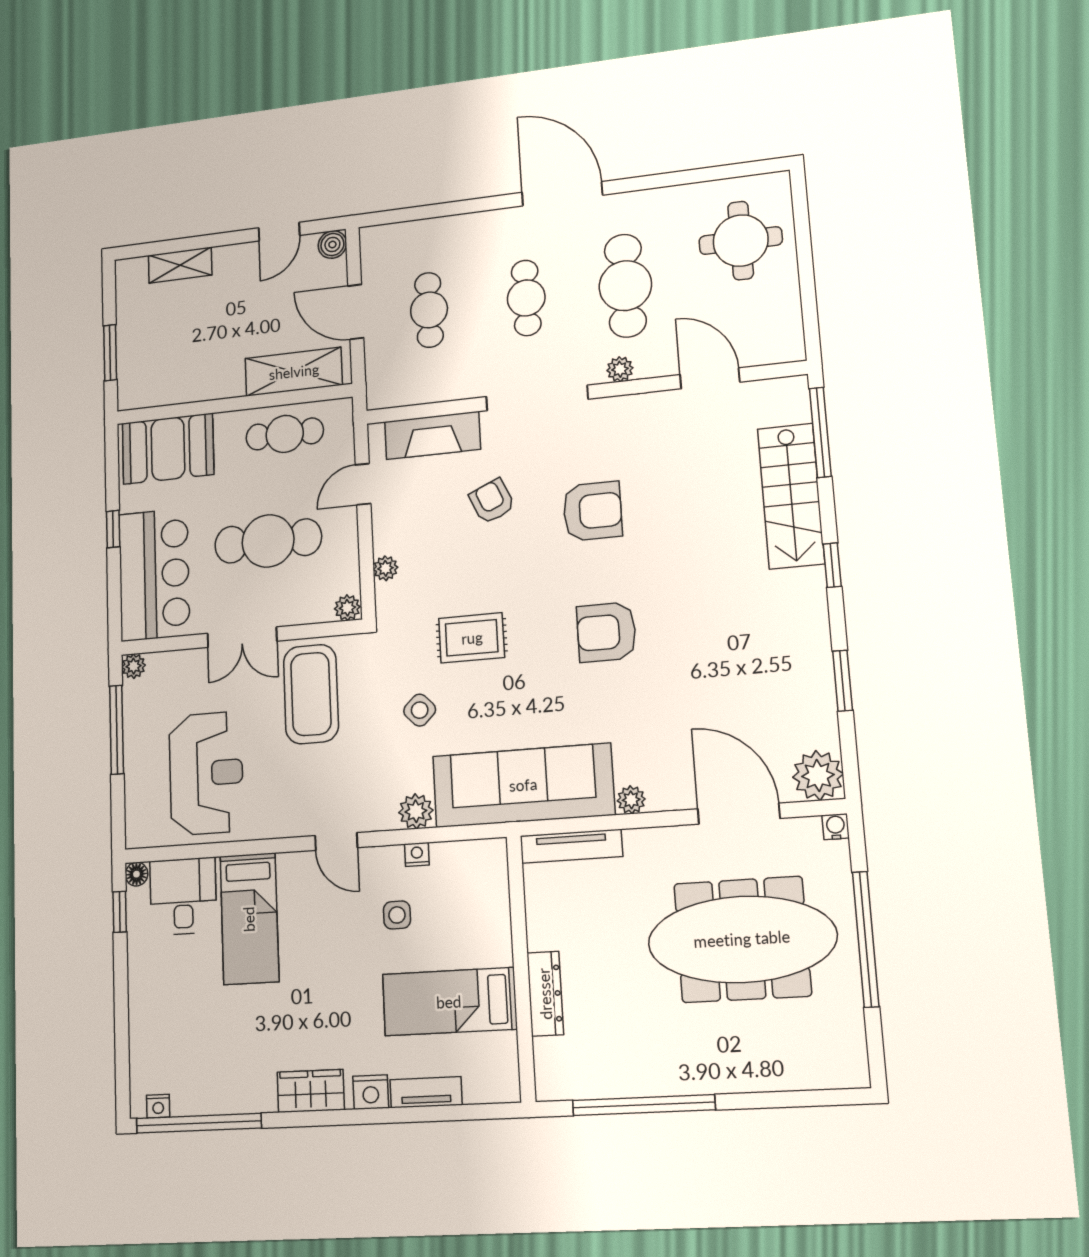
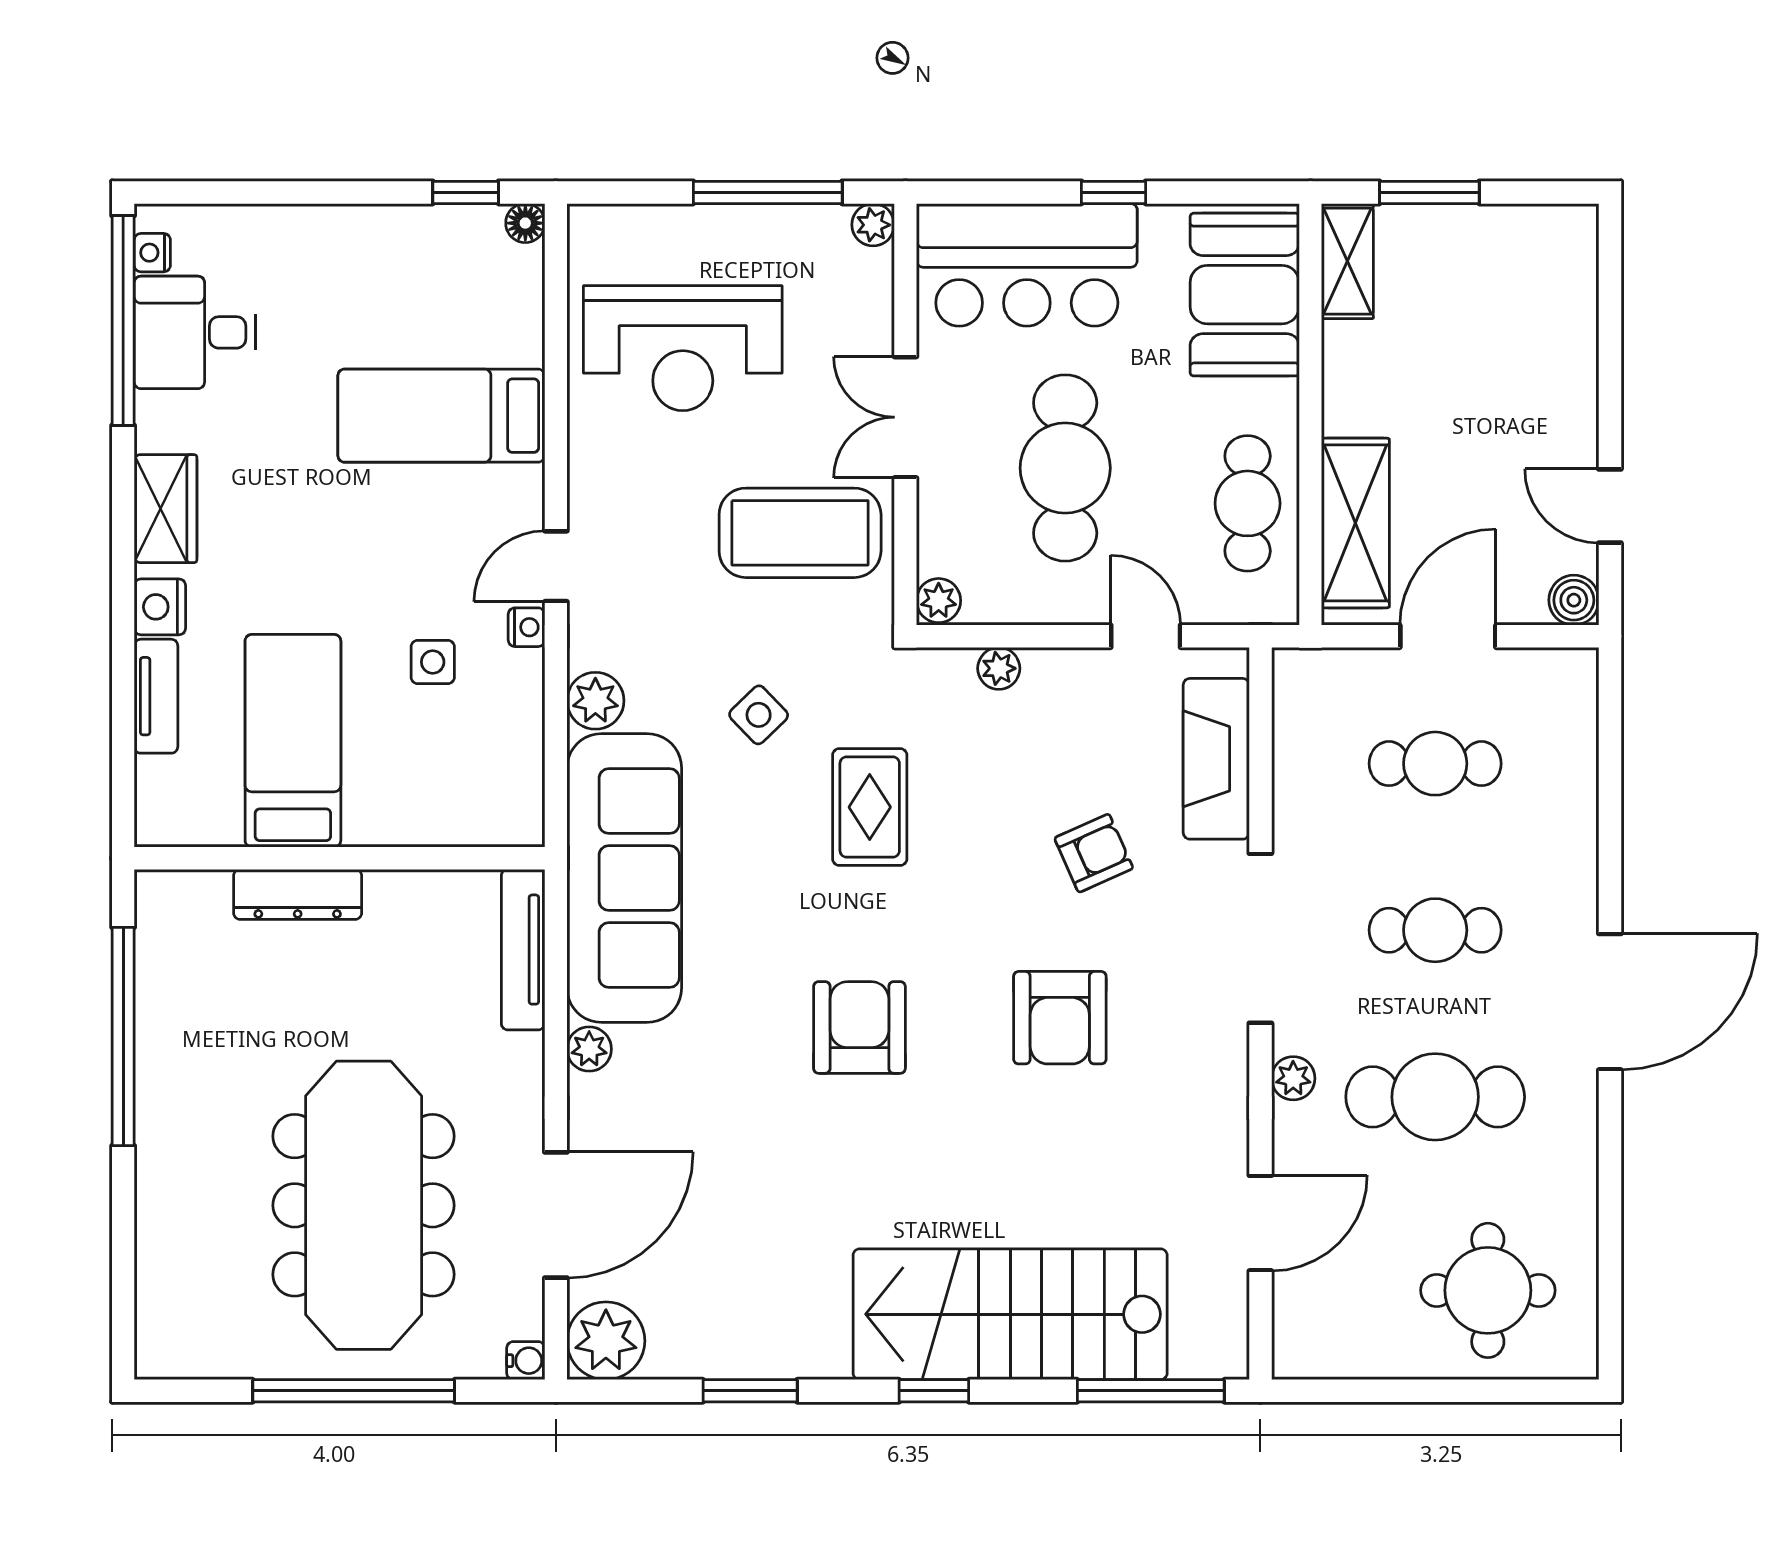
shelving: (180, 265) -> (1347, 261), moved
stairs: (791, 496) -> (1010, 1314), width x1.36, depth x1.51
nightstand: (417, 854) -> (526, 627), moved
desk: (183, 896) -> (195, 332), moved, turned 180

